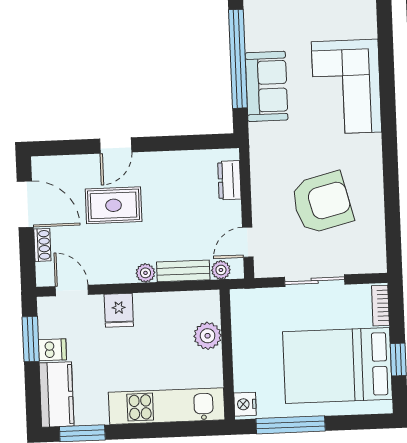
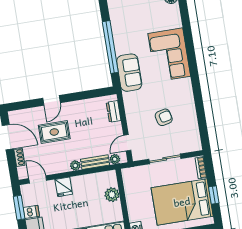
sofa: (267, 86) -> (129, 73), moved
armchair: (322, 203) -> (164, 117), width x0.53, depth x0.53

